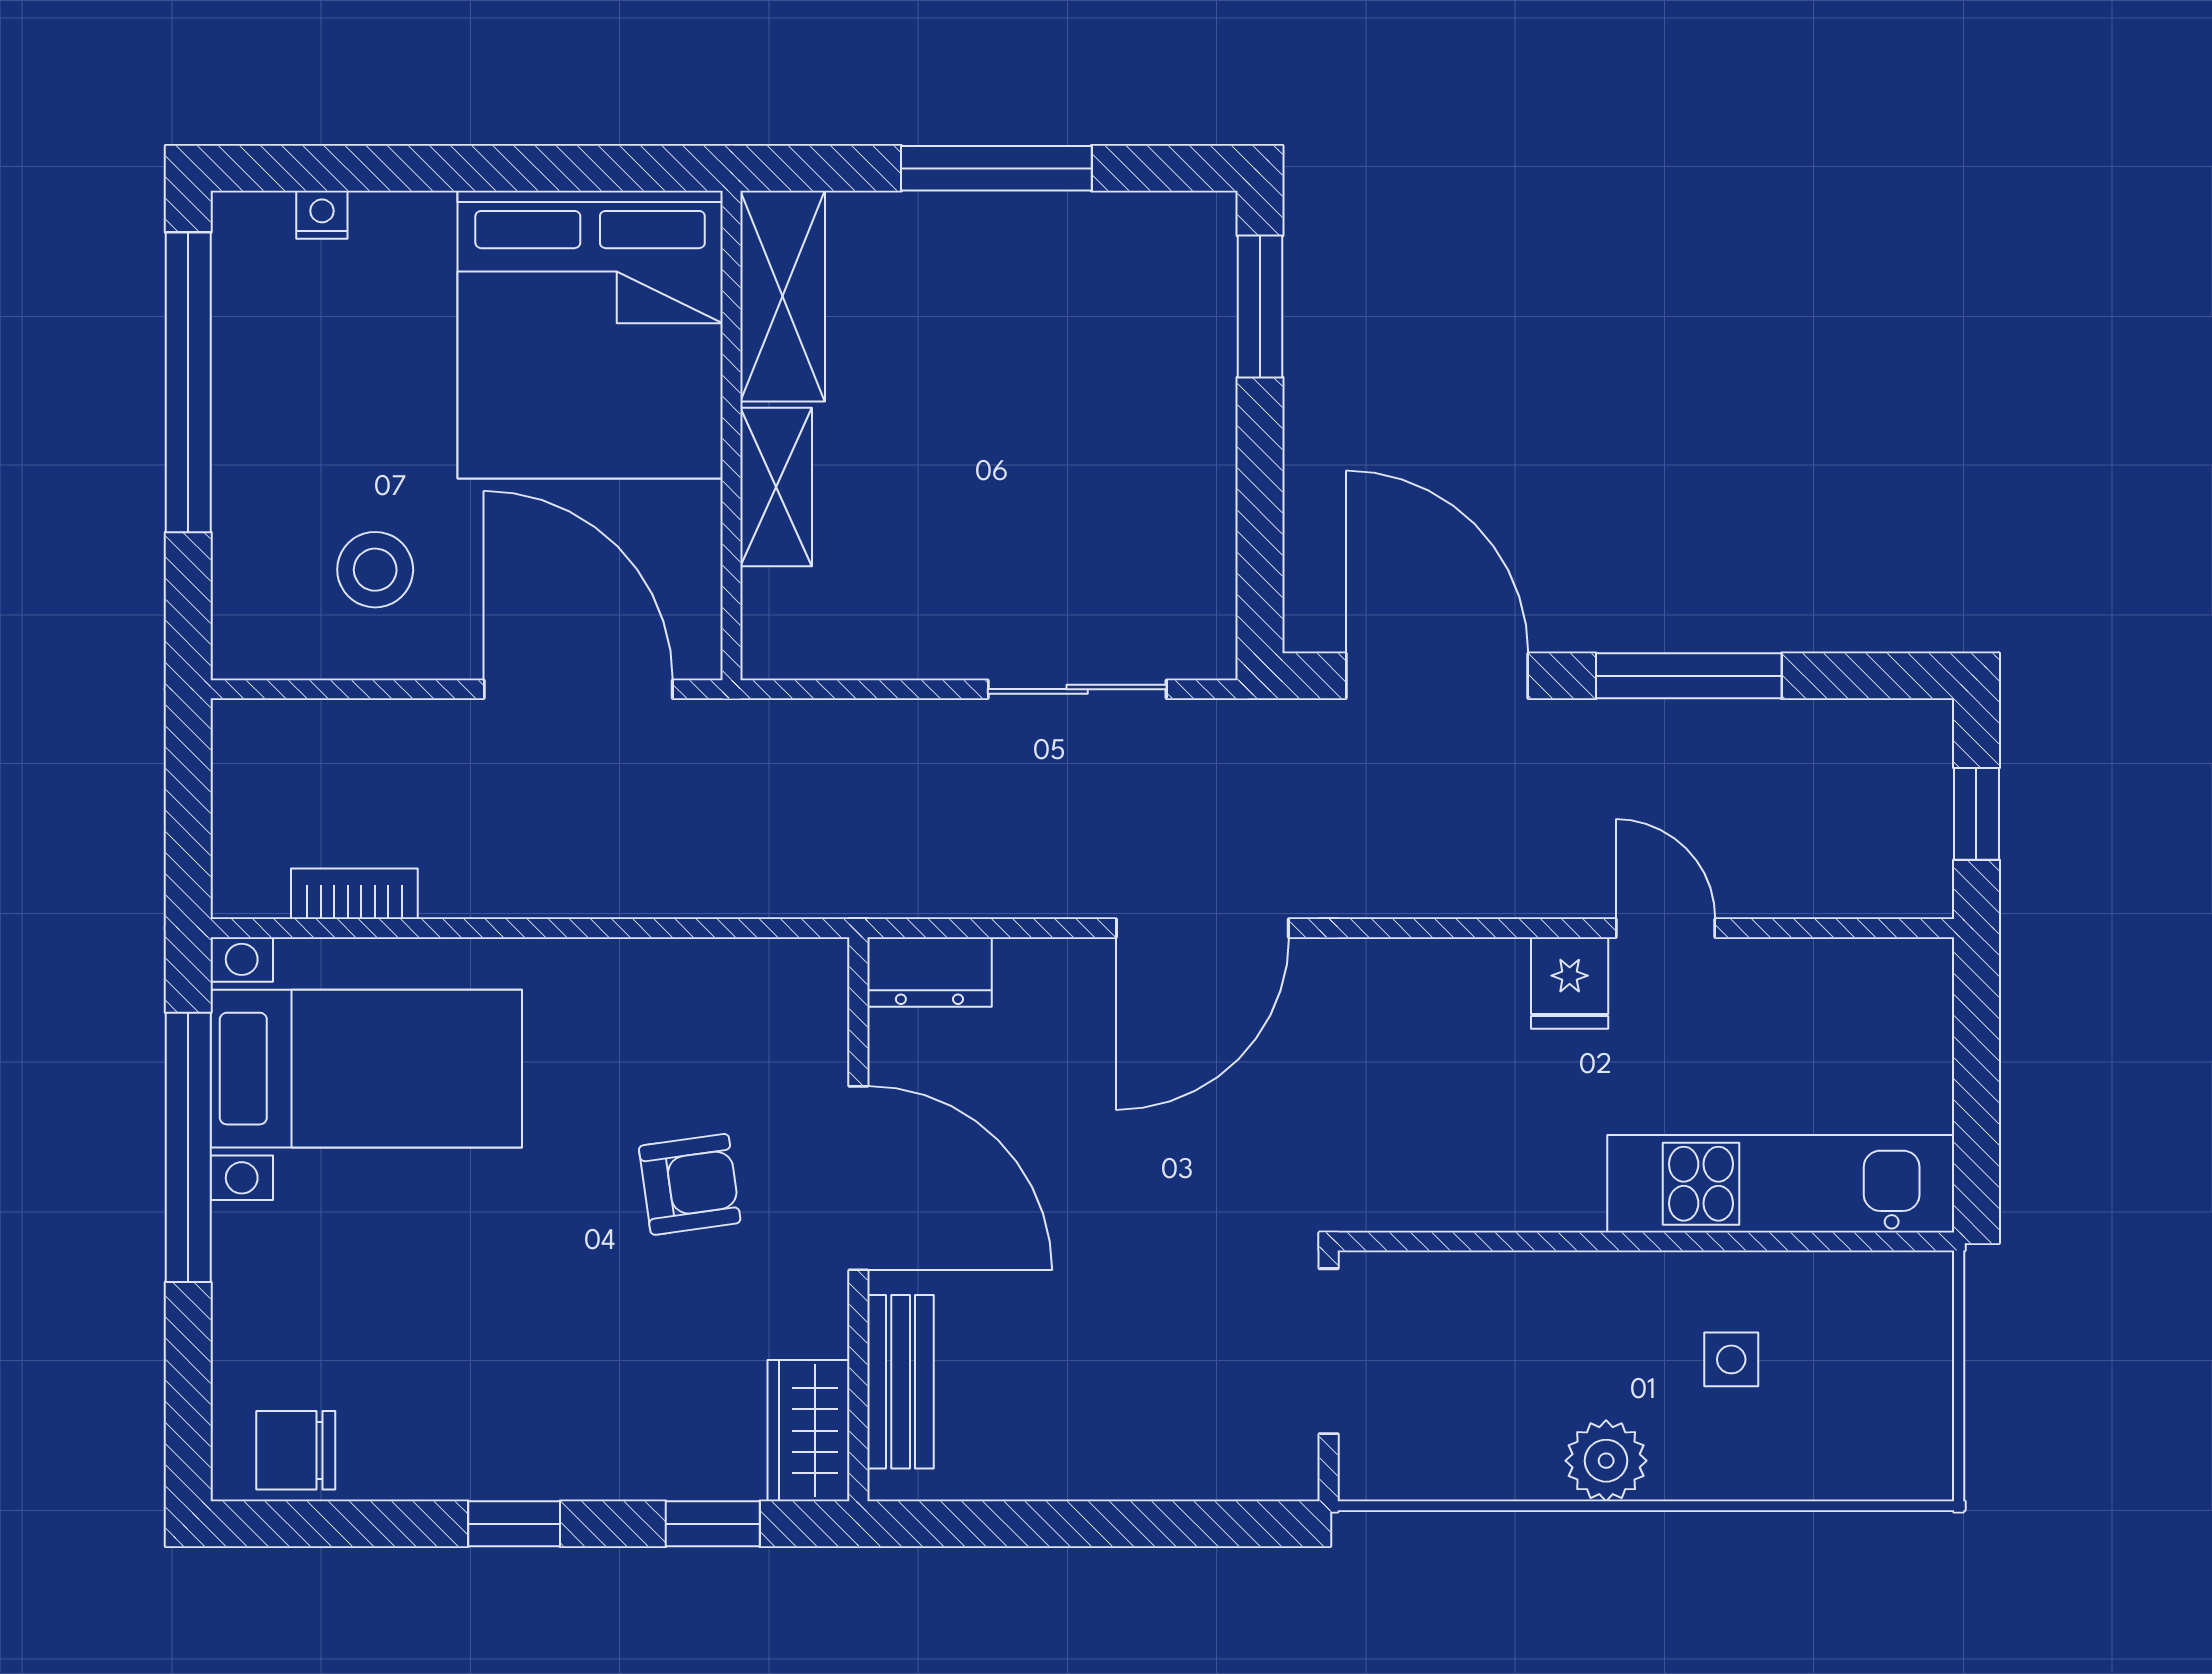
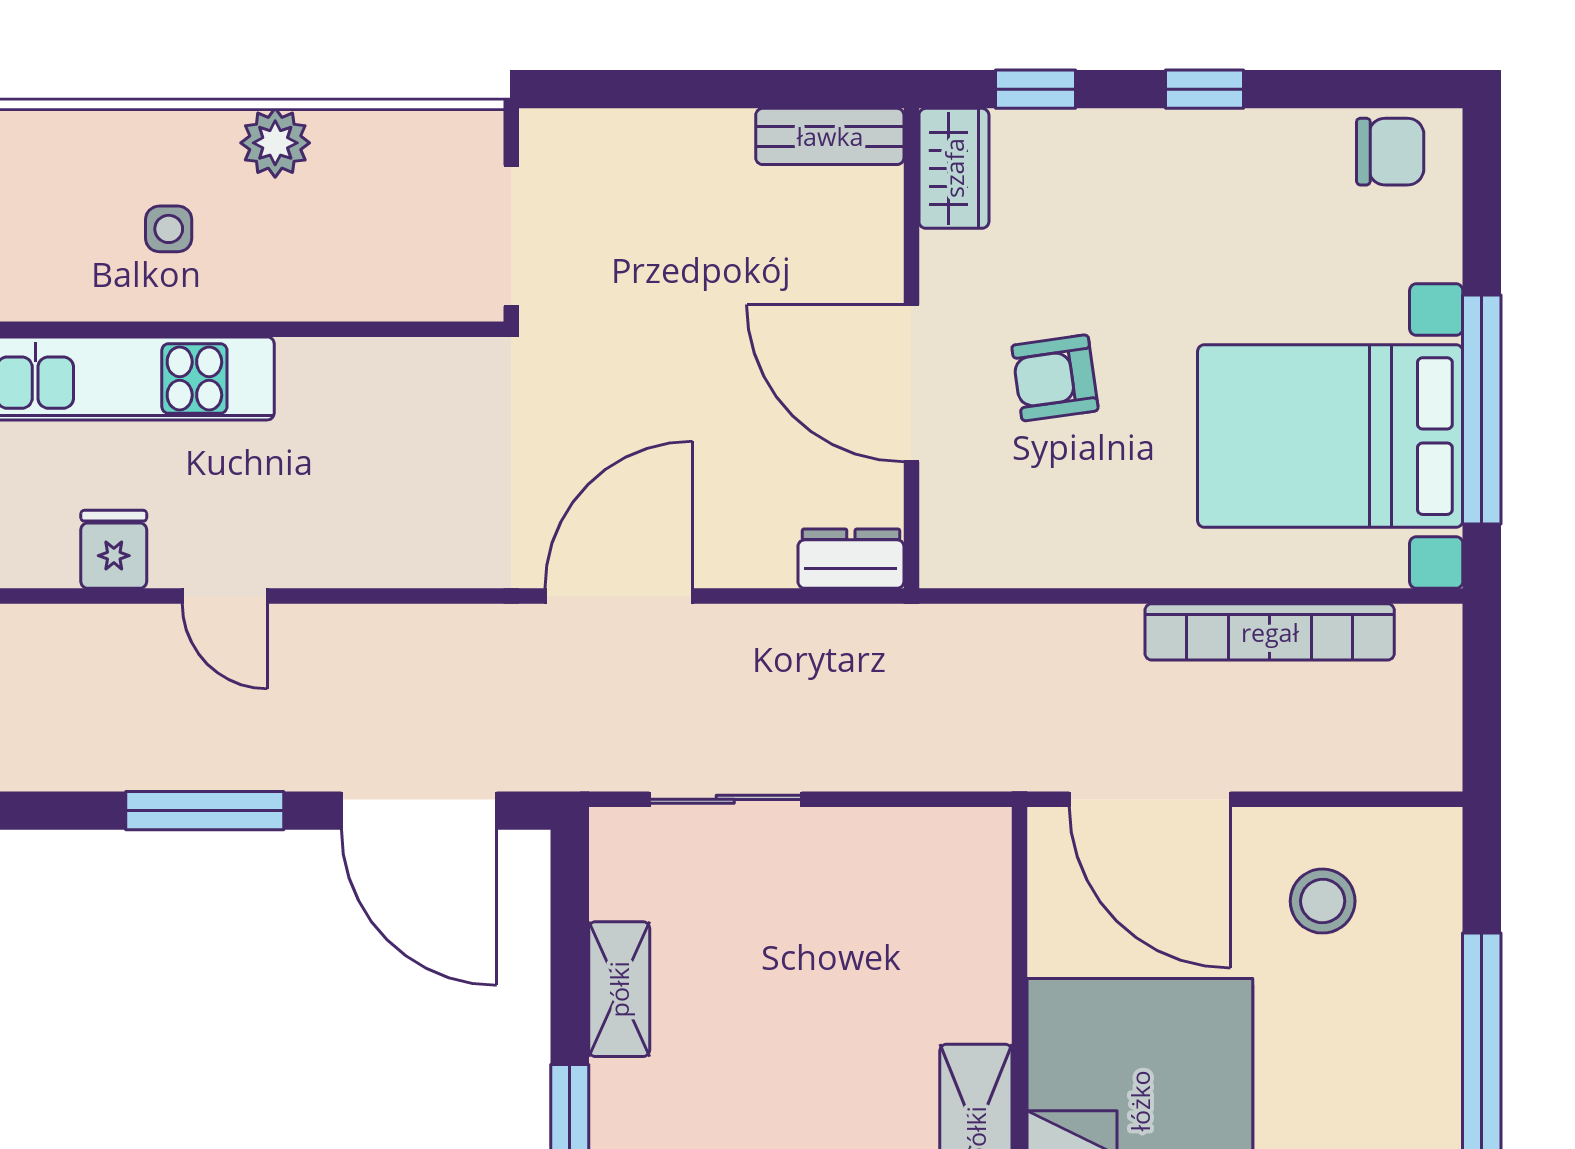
shelving: (776, 487) -> (619, 989), moved
bookcase: (354, 894) -> (1270, 632), width x2.31, depth x1.31
fridge: (1570, 983) -> (114, 549), moved
bed with nightstands: (366, 1069) -> (1330, 436), width x1.36
bench: (901, 1382) -> (830, 136), moved, turned 90

